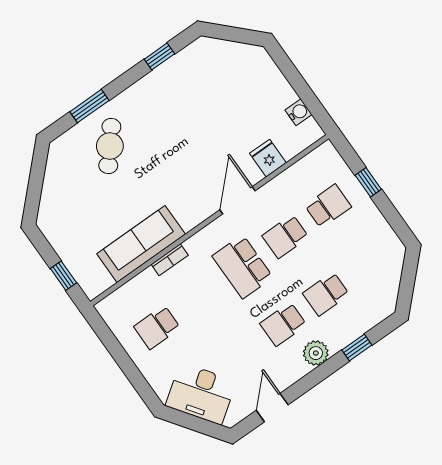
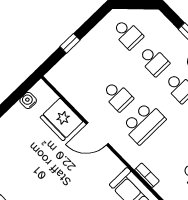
fridge: (268, 158) -> (61, 119), width x1.88, depth x1.34
school desk: (328, 206) -> (128, 34), moved, turned 180

